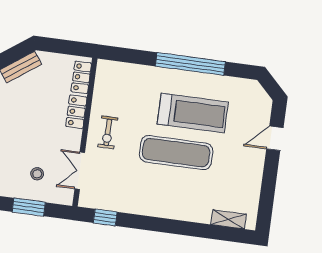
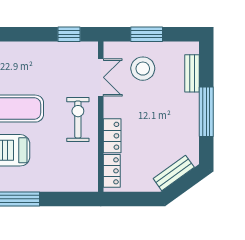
exercise bike: (108, 132) -> (78, 119), width x1.38, depth x1.39
stool: (37, 174) -> (143, 69), width x1.89, depth x1.89

